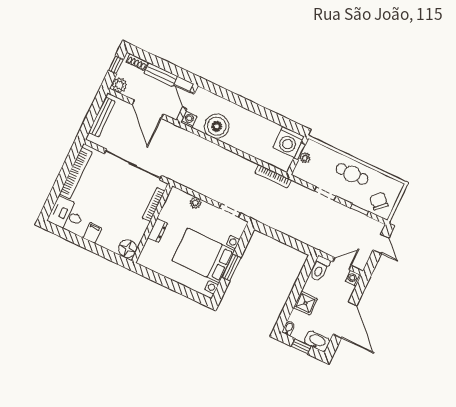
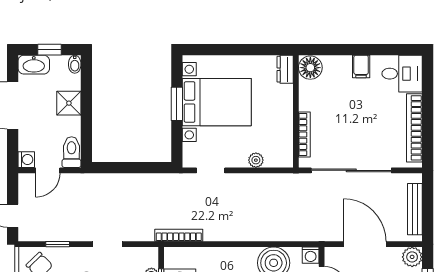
dresser: (158, 230) -> (285, 69), moved

